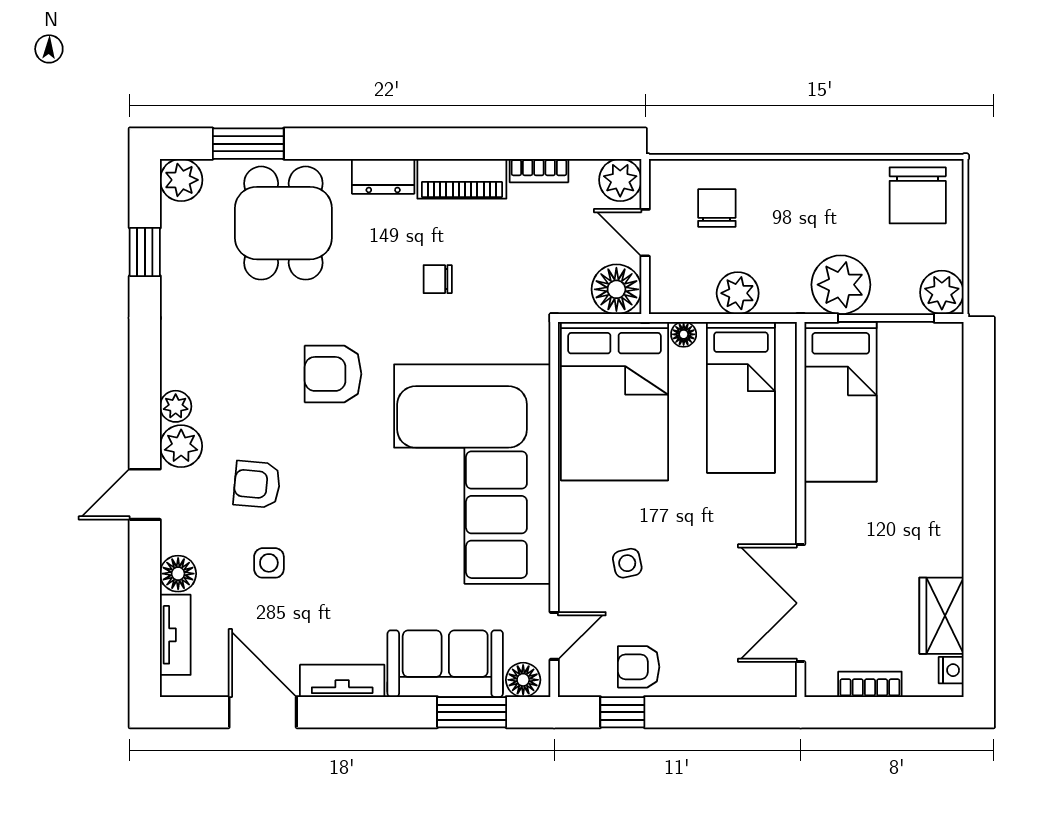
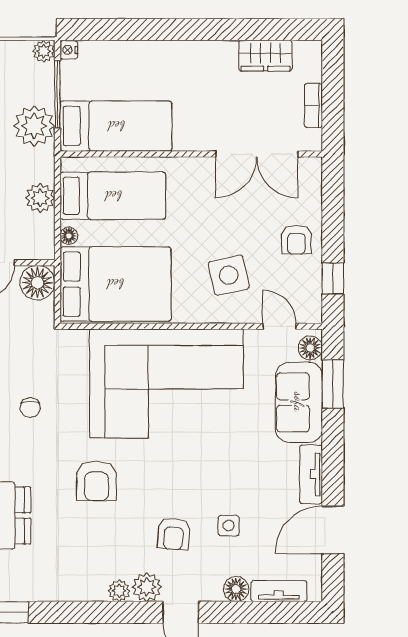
plant: (942, 292) -> (44, 51), width x0.73, depth x0.73
side table: (627, 563) -> (229, 275), width x1.87, depth x1.87
armchair: (639, 667) -> (296, 240), moved
nightstand: (951, 670) -> (69, 50), moved, turned -90

